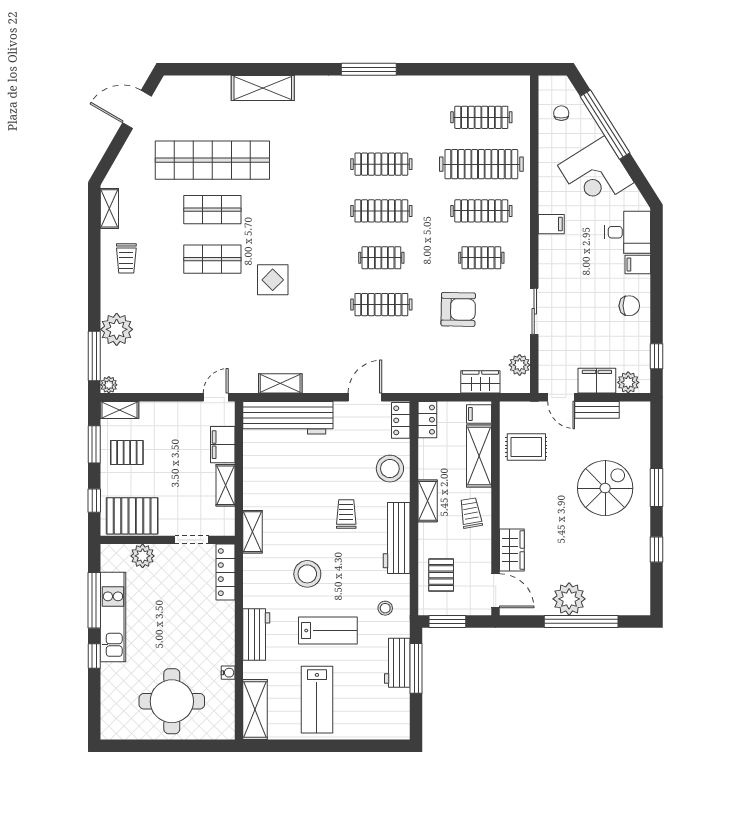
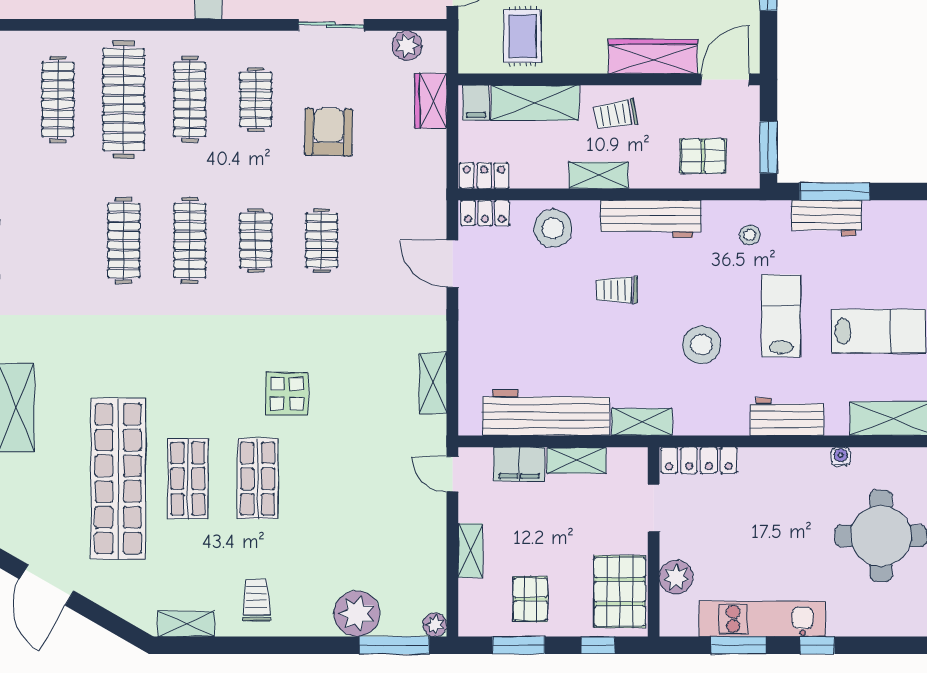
trolley: (126, 258) -> (257, 600), turned -90
clothes rail: (381, 305) -> (322, 240), width x0.73
shelving: (120, 410) -> (470, 550), moved
workbench: (288, 418) -> (546, 412), moved, turned -90
wardrobe: (512, 550) -> (653, 56), width x1.50
window: (94, 600) -> (739, 645), width x0.69

